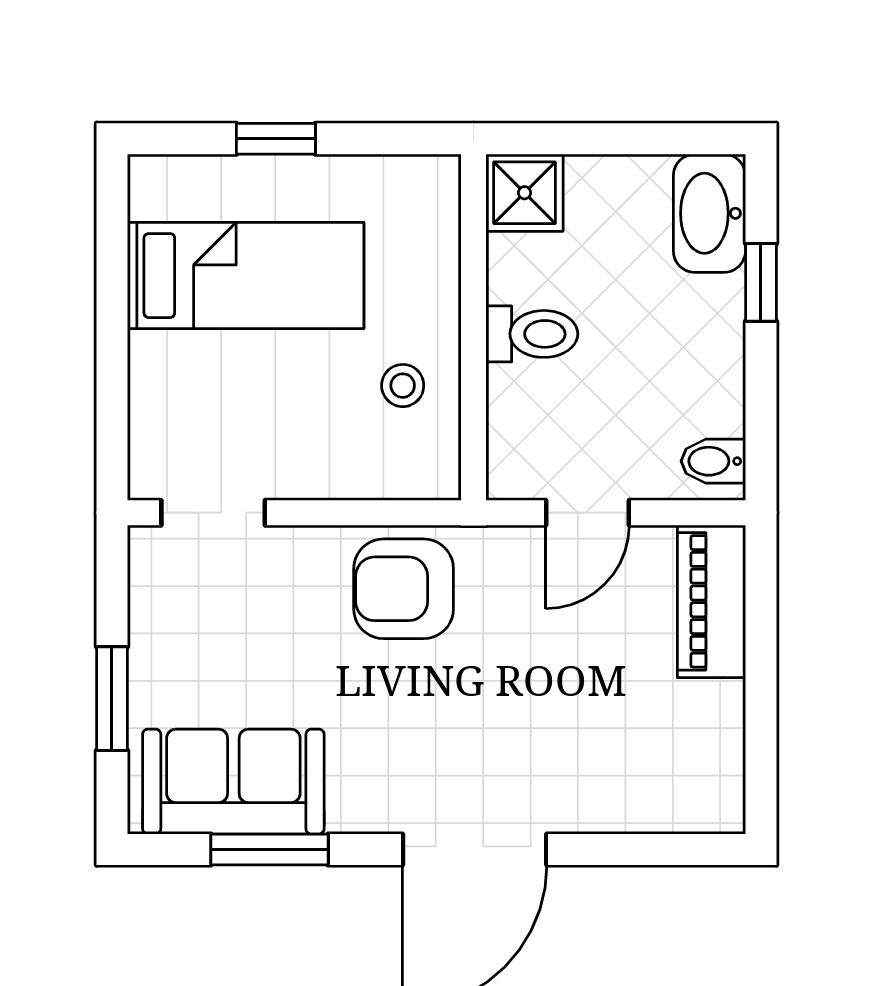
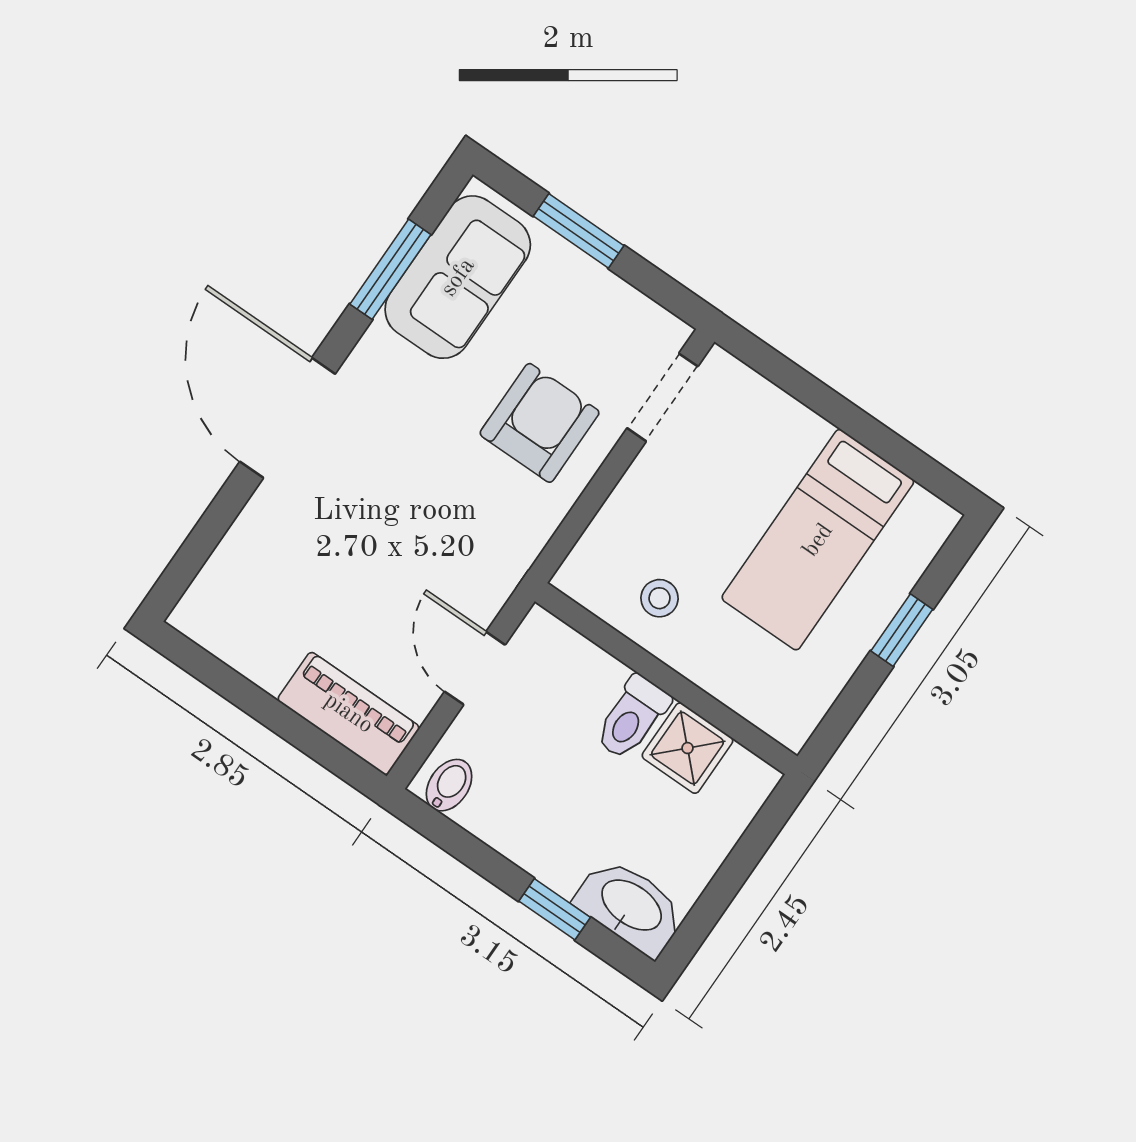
shower: (525, 193) -> (688, 748), moved
armchair: (404, 589) -> (540, 423), moved

